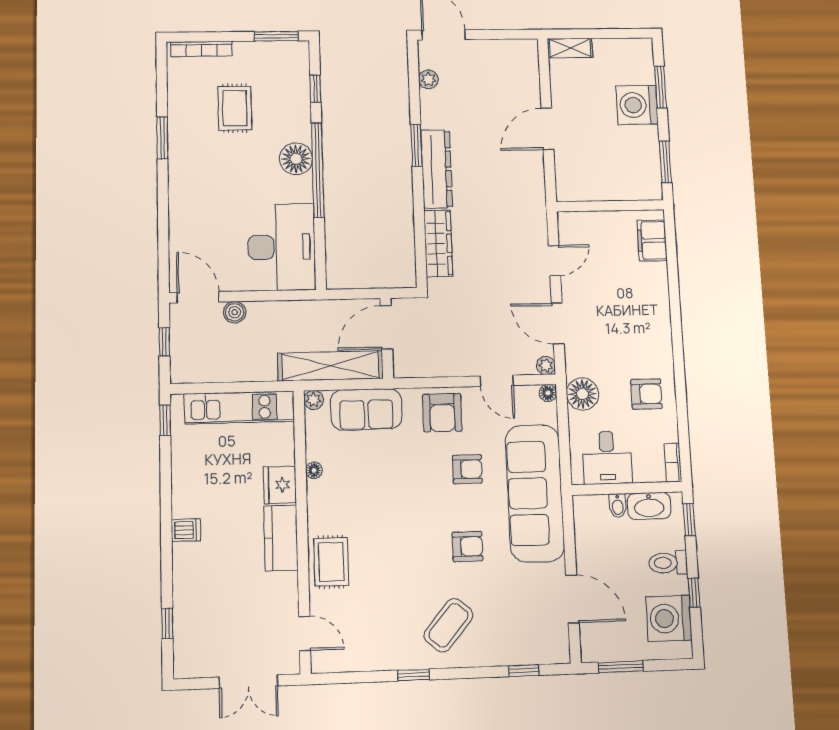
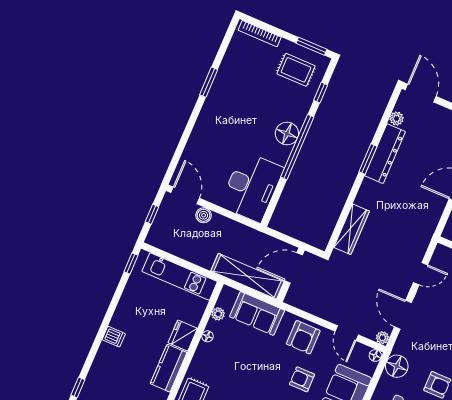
rug: (235, 108) -> (296, 70), moved, turned 90
dresser: (437, 169) -> (385, 154), moved
plant: (314, 400) -> (218, 314), moved
armchair: (467, 469) -> (302, 379), turned 180

